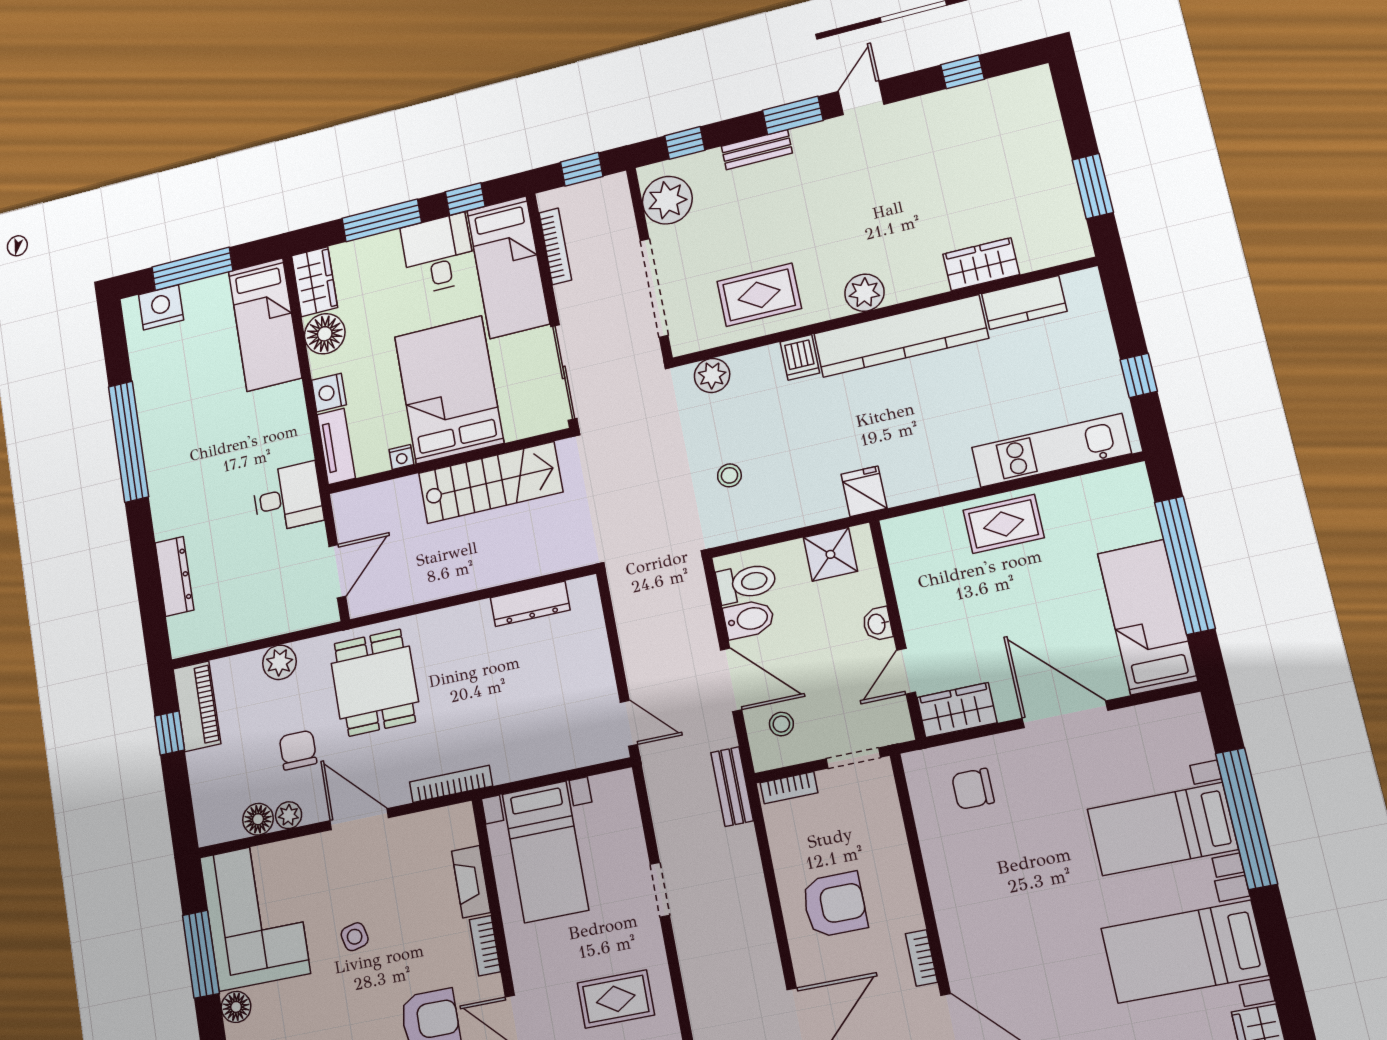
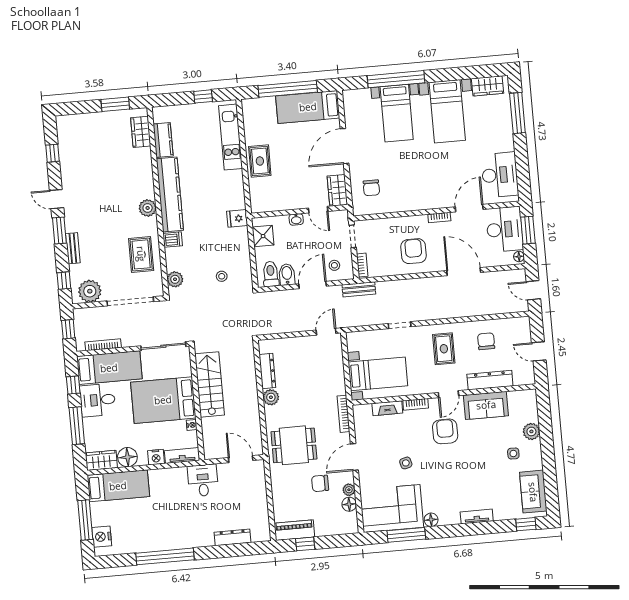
wardrobe: (981, 264) -> (141, 132), moved
plant: (279, 662) -> (271, 397), moved

